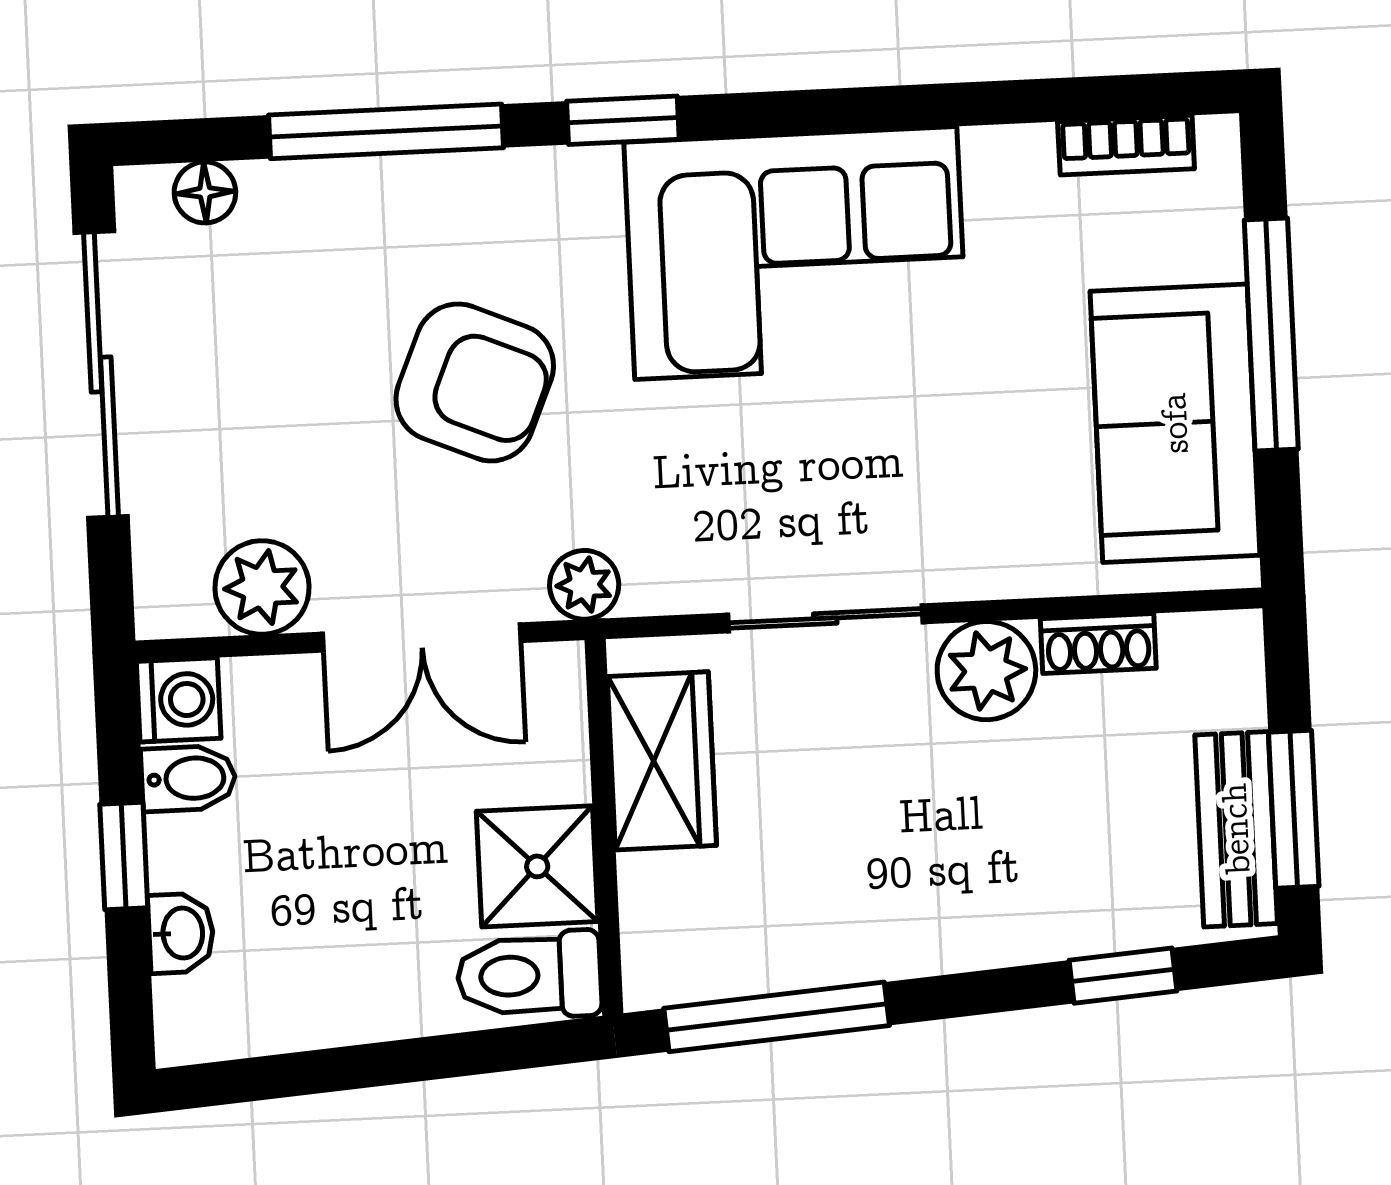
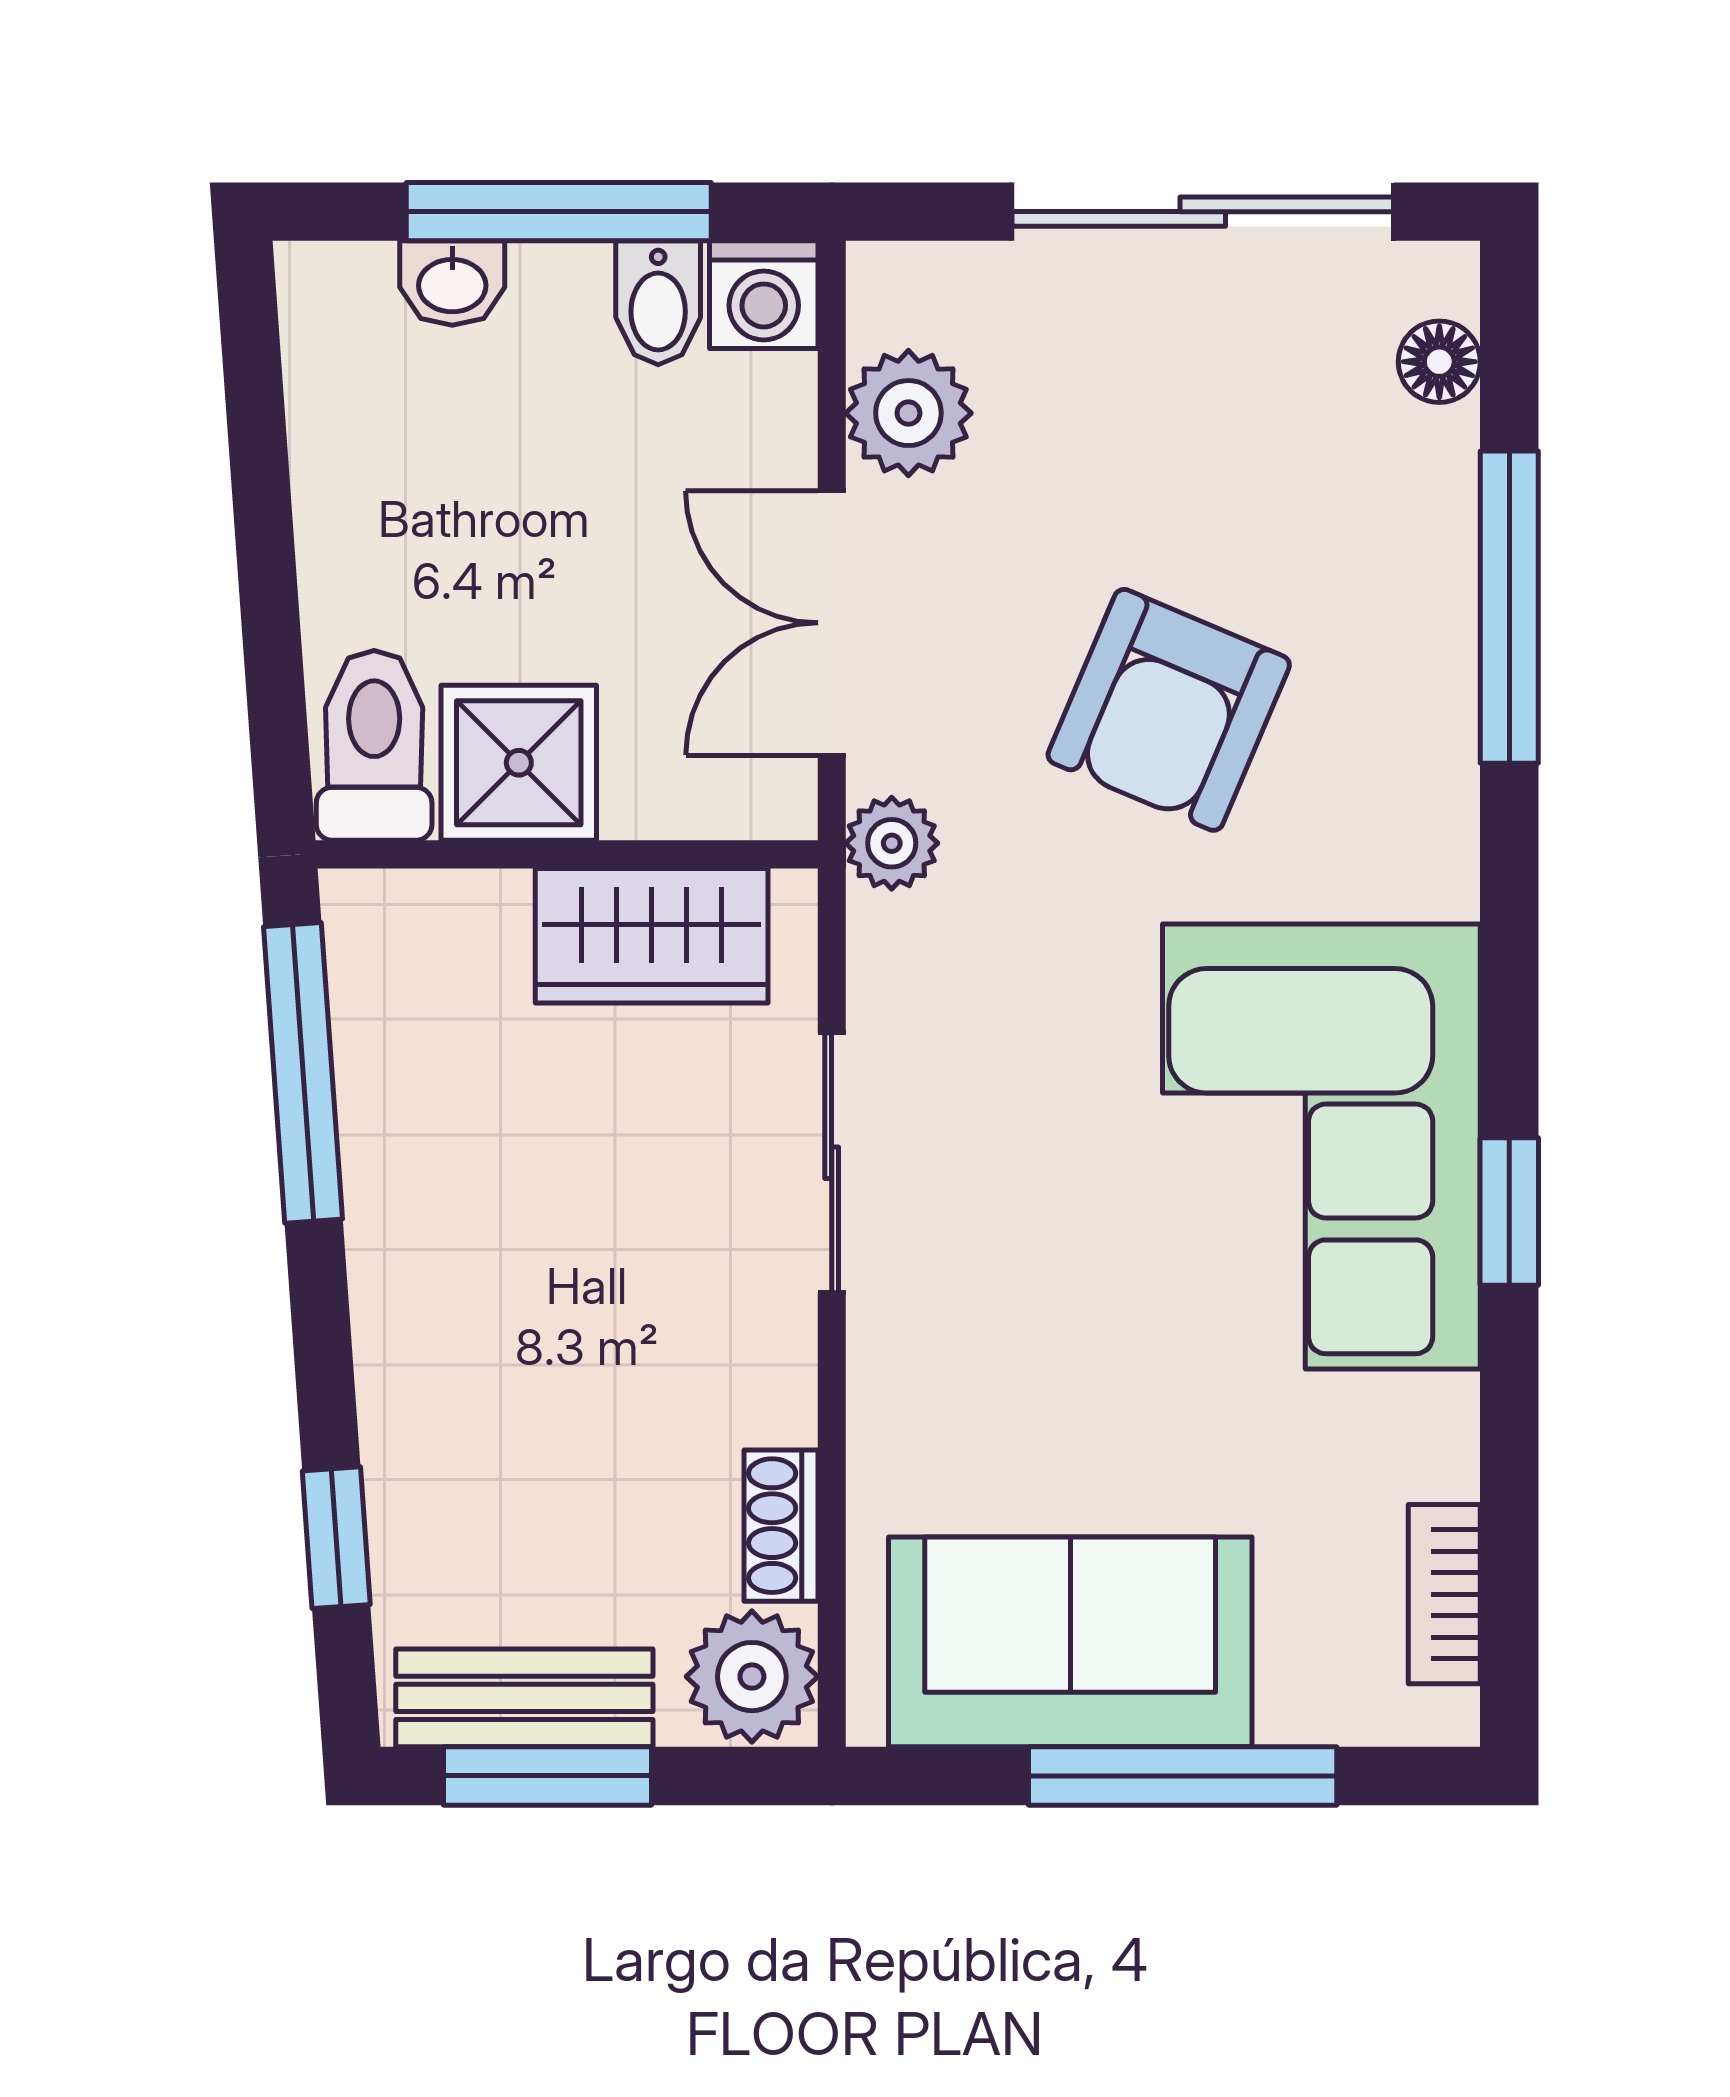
window: (623, 120) -> (1509, 1211), moved
plant: (986, 671) -> (752, 1677), moved
window: (124, 856) -> (559, 212), width x2.17

